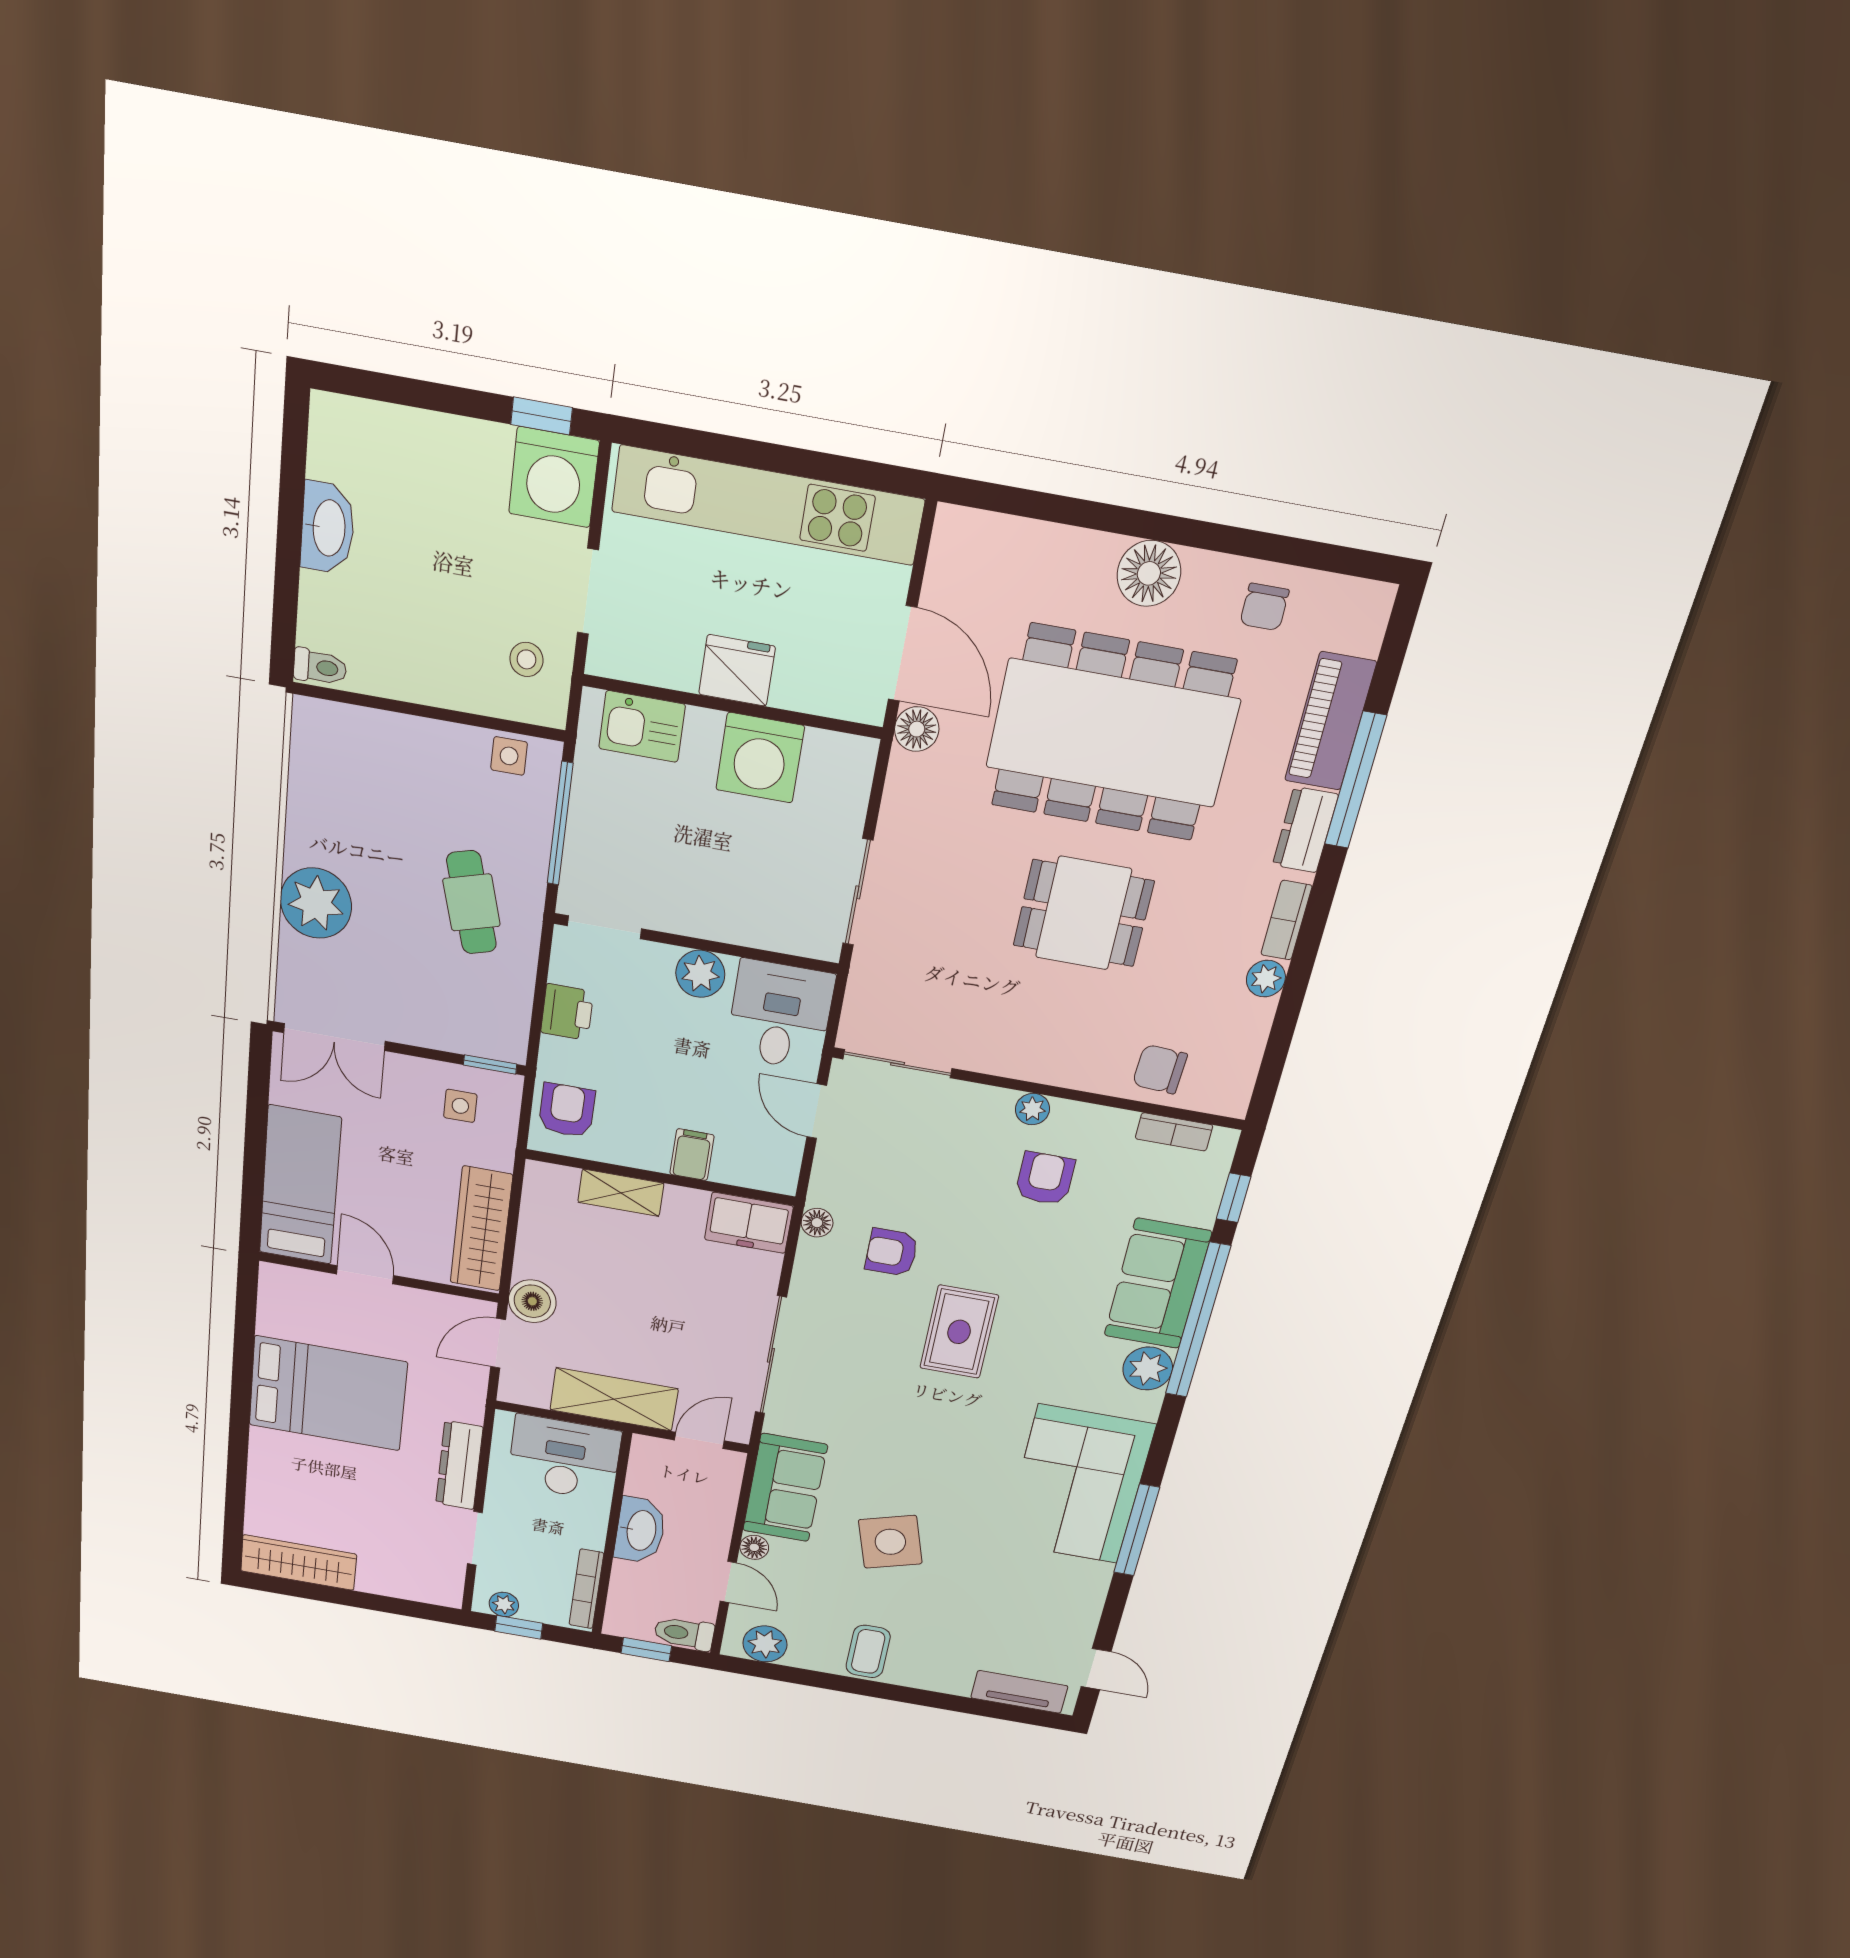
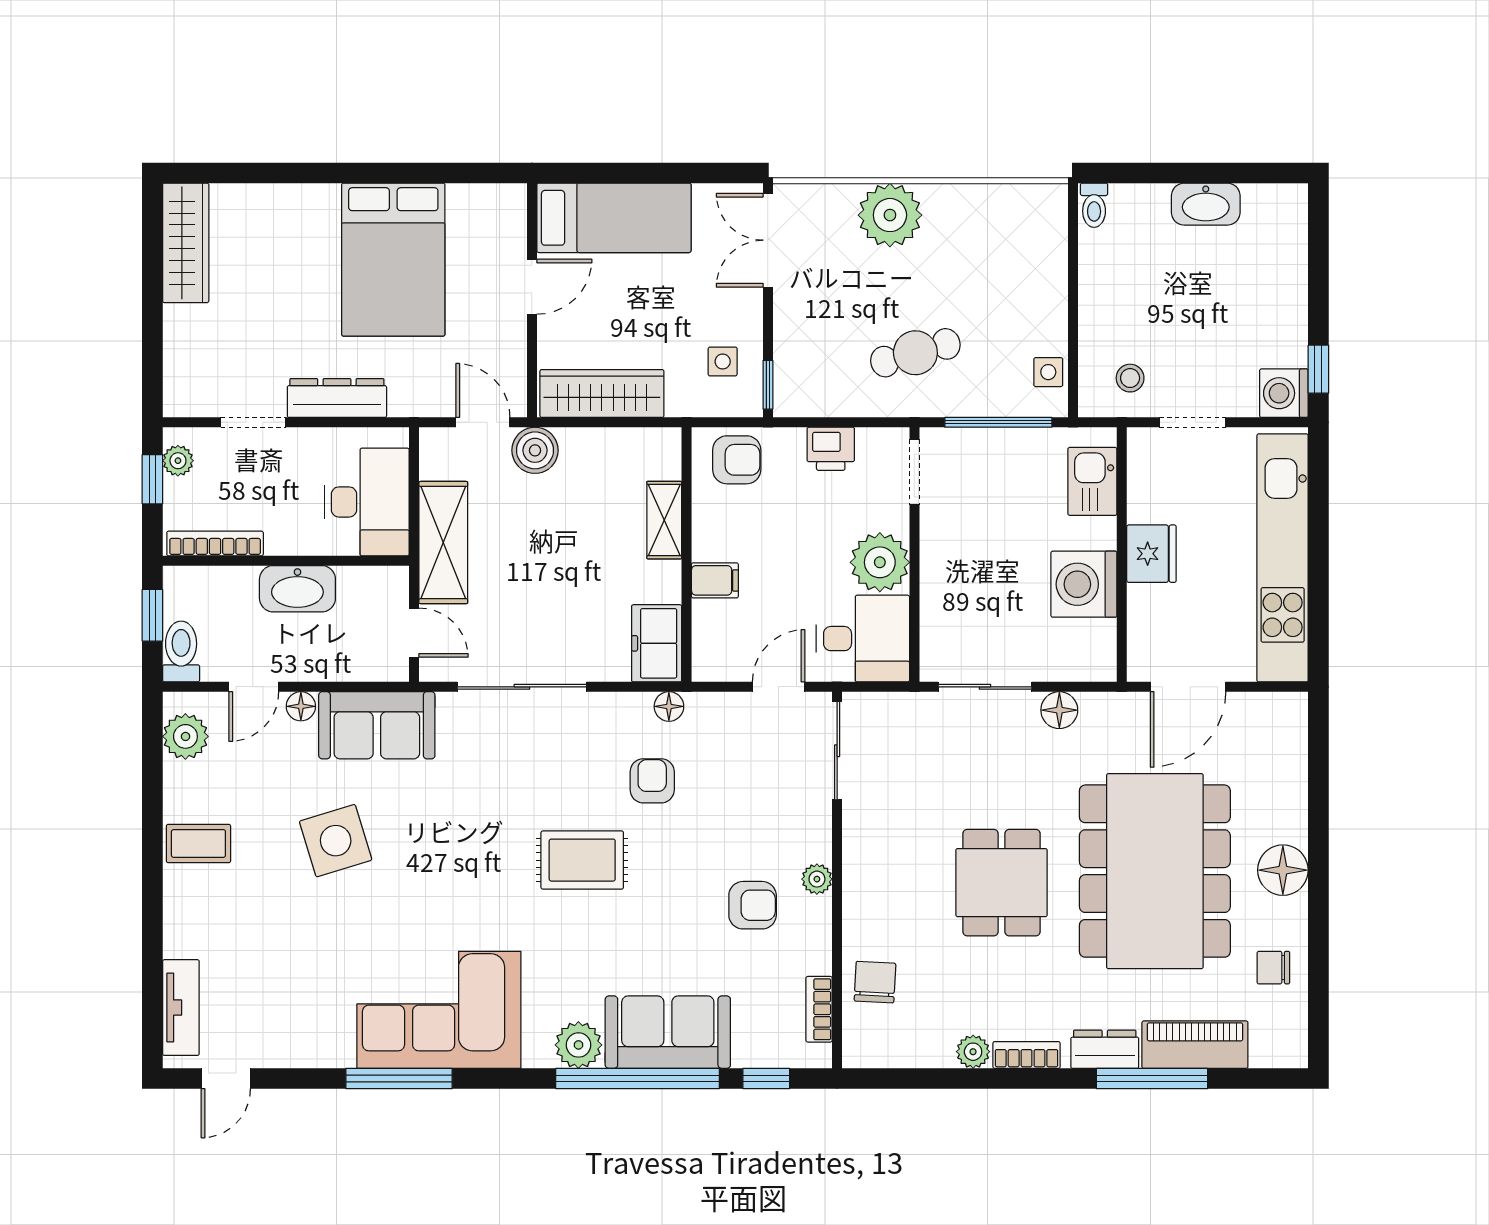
washing machine: (554, 477) -> (1284, 393), width x0.73, depth x0.73
floor lamp: (917, 729) -> (1059, 710), moved
plant: (700, 974) -> (880, 562), width x1.36, depth x1.36

